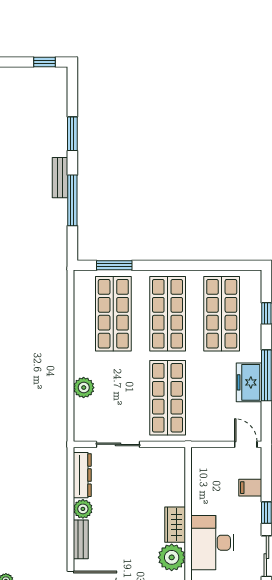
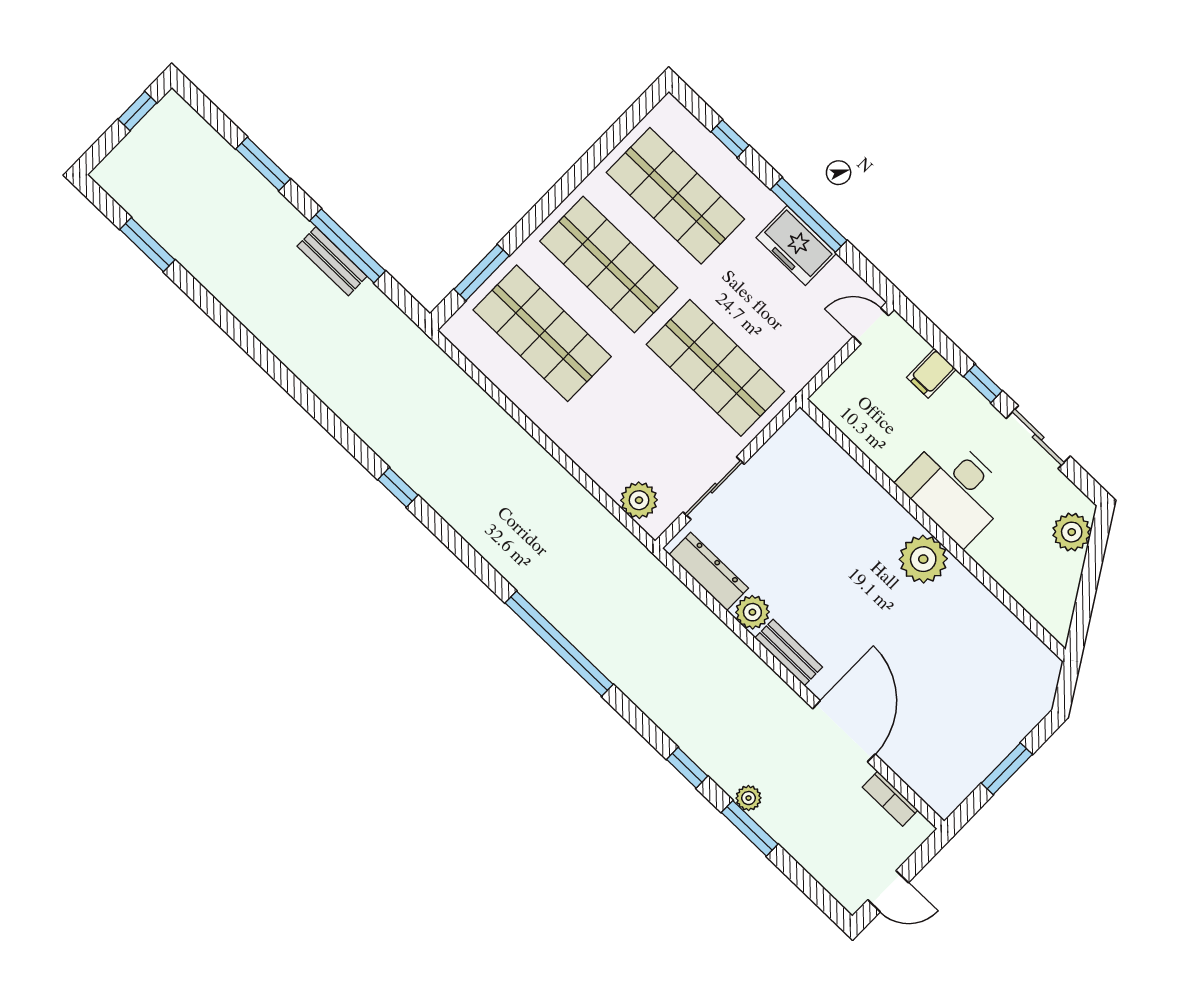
bench: (60, 178) -> (332, 261), moved
plant: (84, 388) -> (639, 500), moved
wardrobe: (175, 525) -> (886, 515), removed

